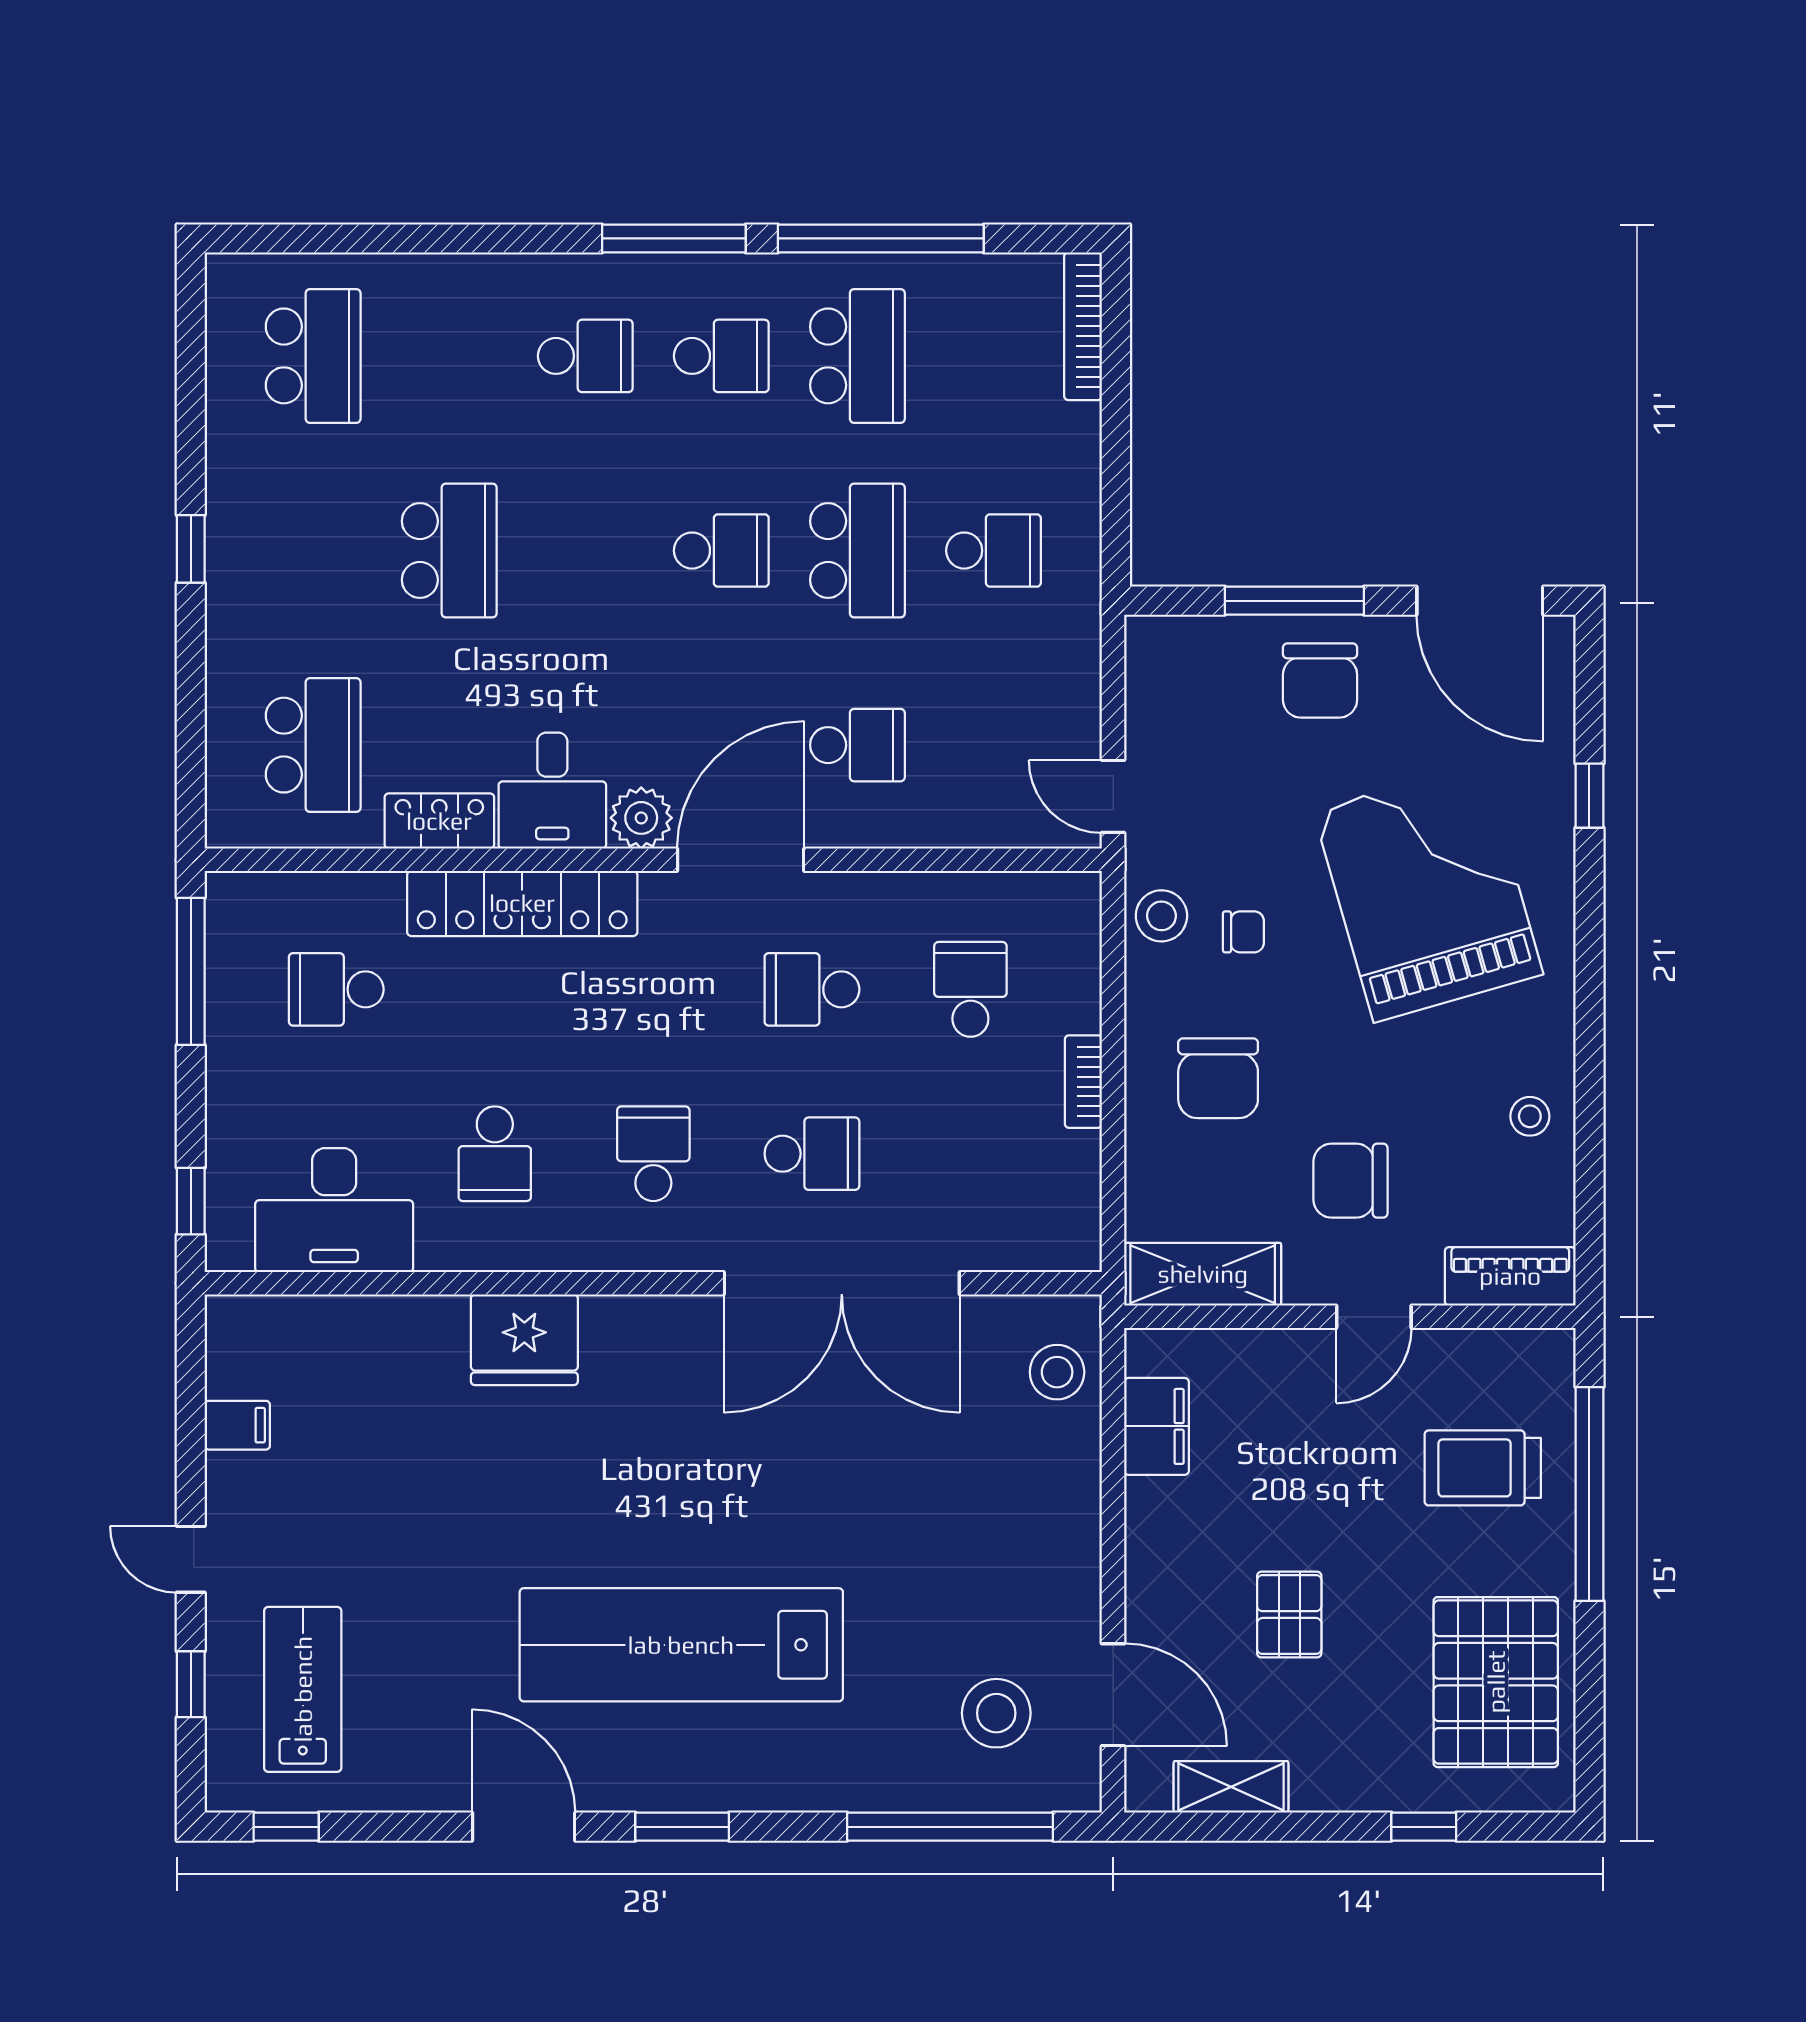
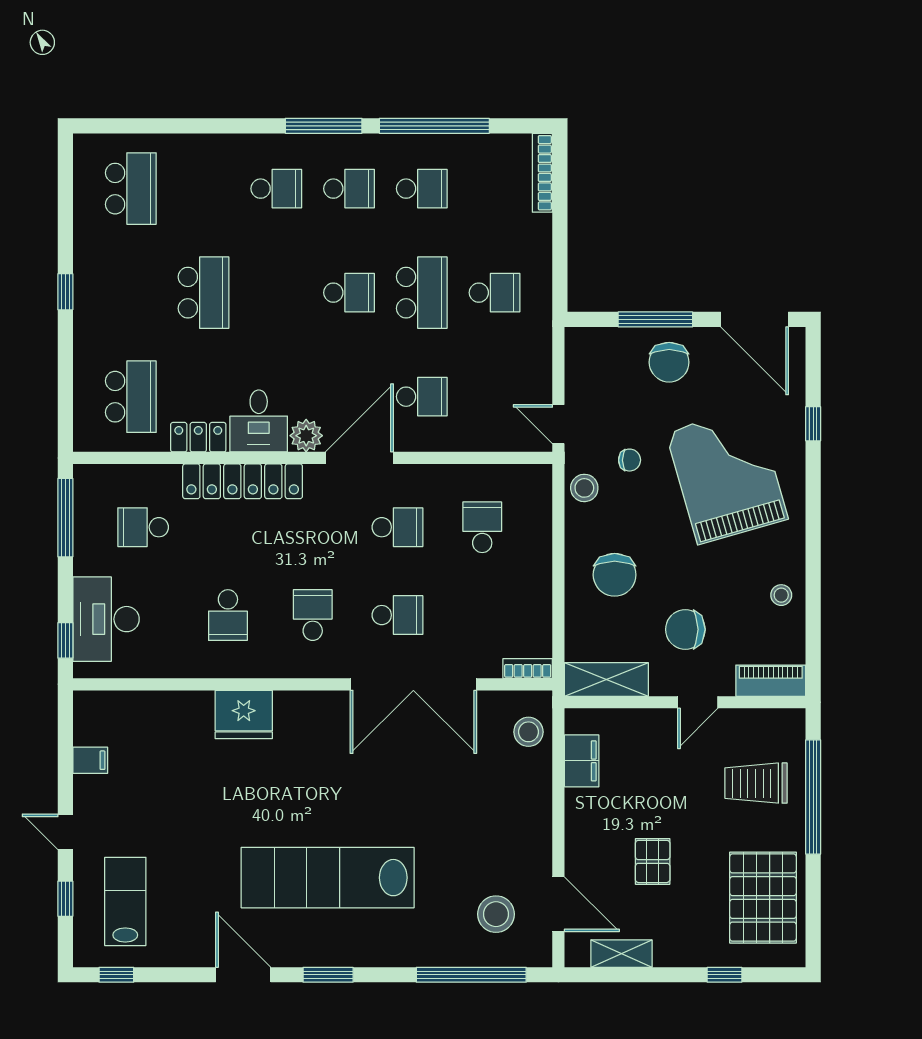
school desk: (857, 356) -> (422, 189), width x0.54
chair: (1243, 932) -> (630, 460), moved
school desk: (812, 989) -> (397, 527), turned 180
bookcase: (1083, 1082) -> (528, 668), moved, turned 90
desk: (334, 1210) -> (106, 619), moved, turned 90

